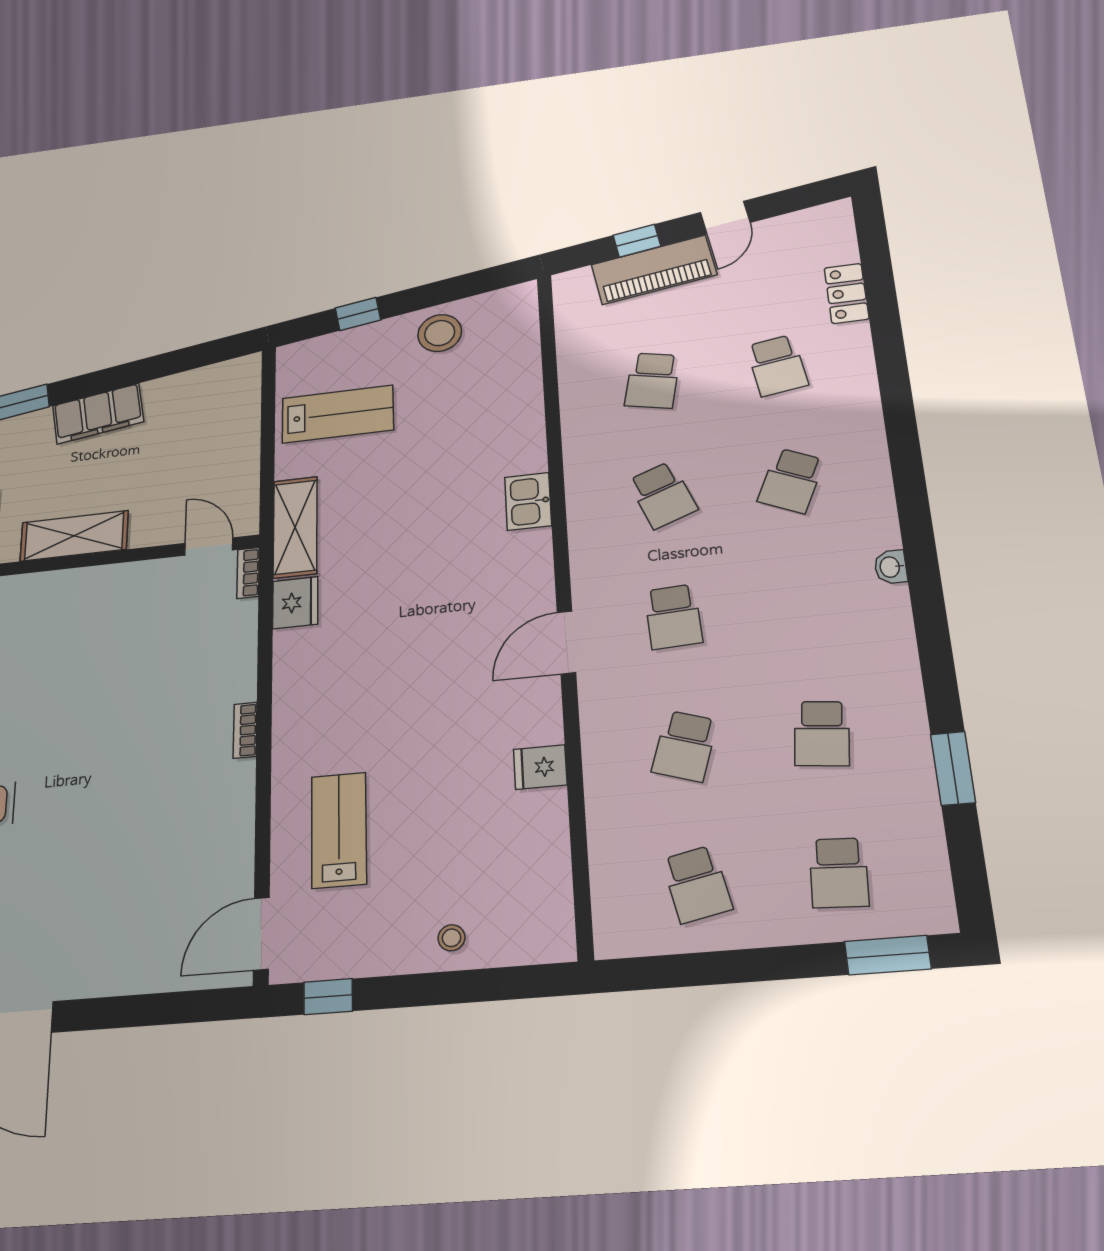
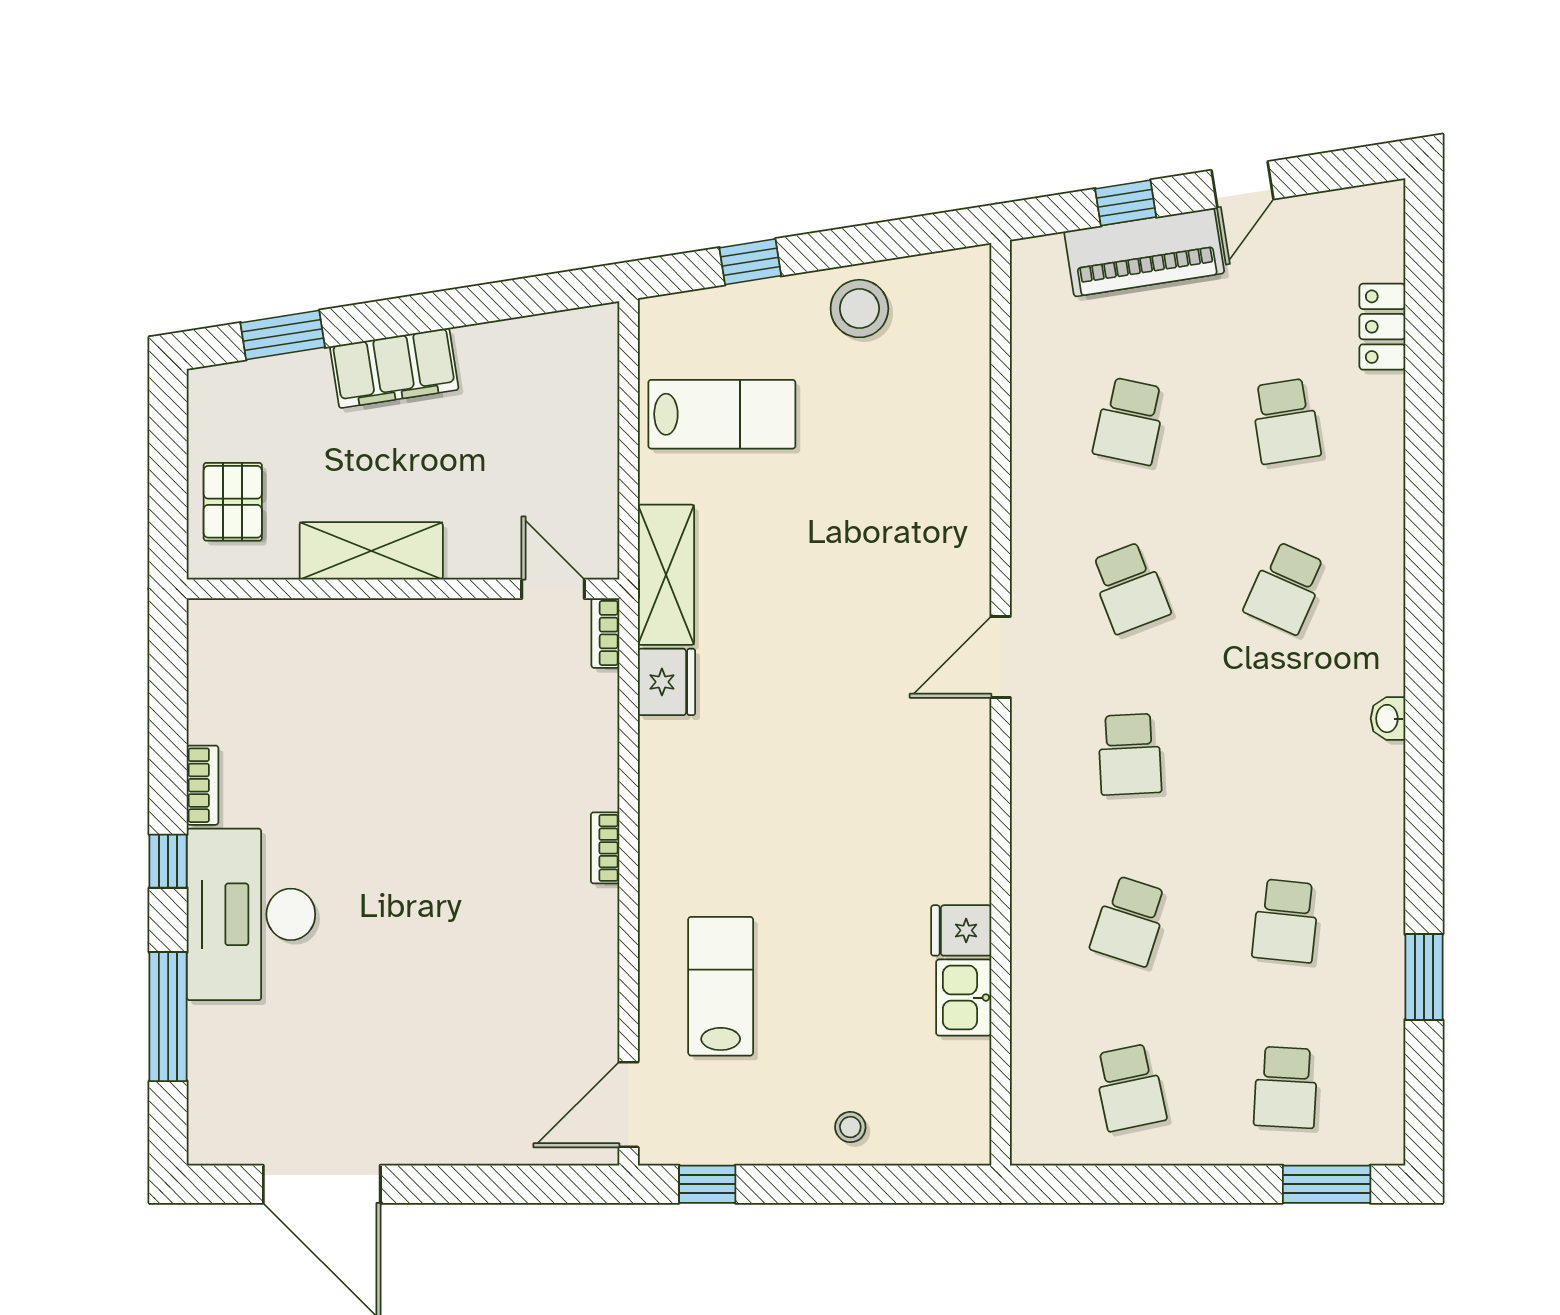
kitchen sink: (528, 501) -> (964, 998), moved
door: (566, 642) -> (1001, 657), moved

